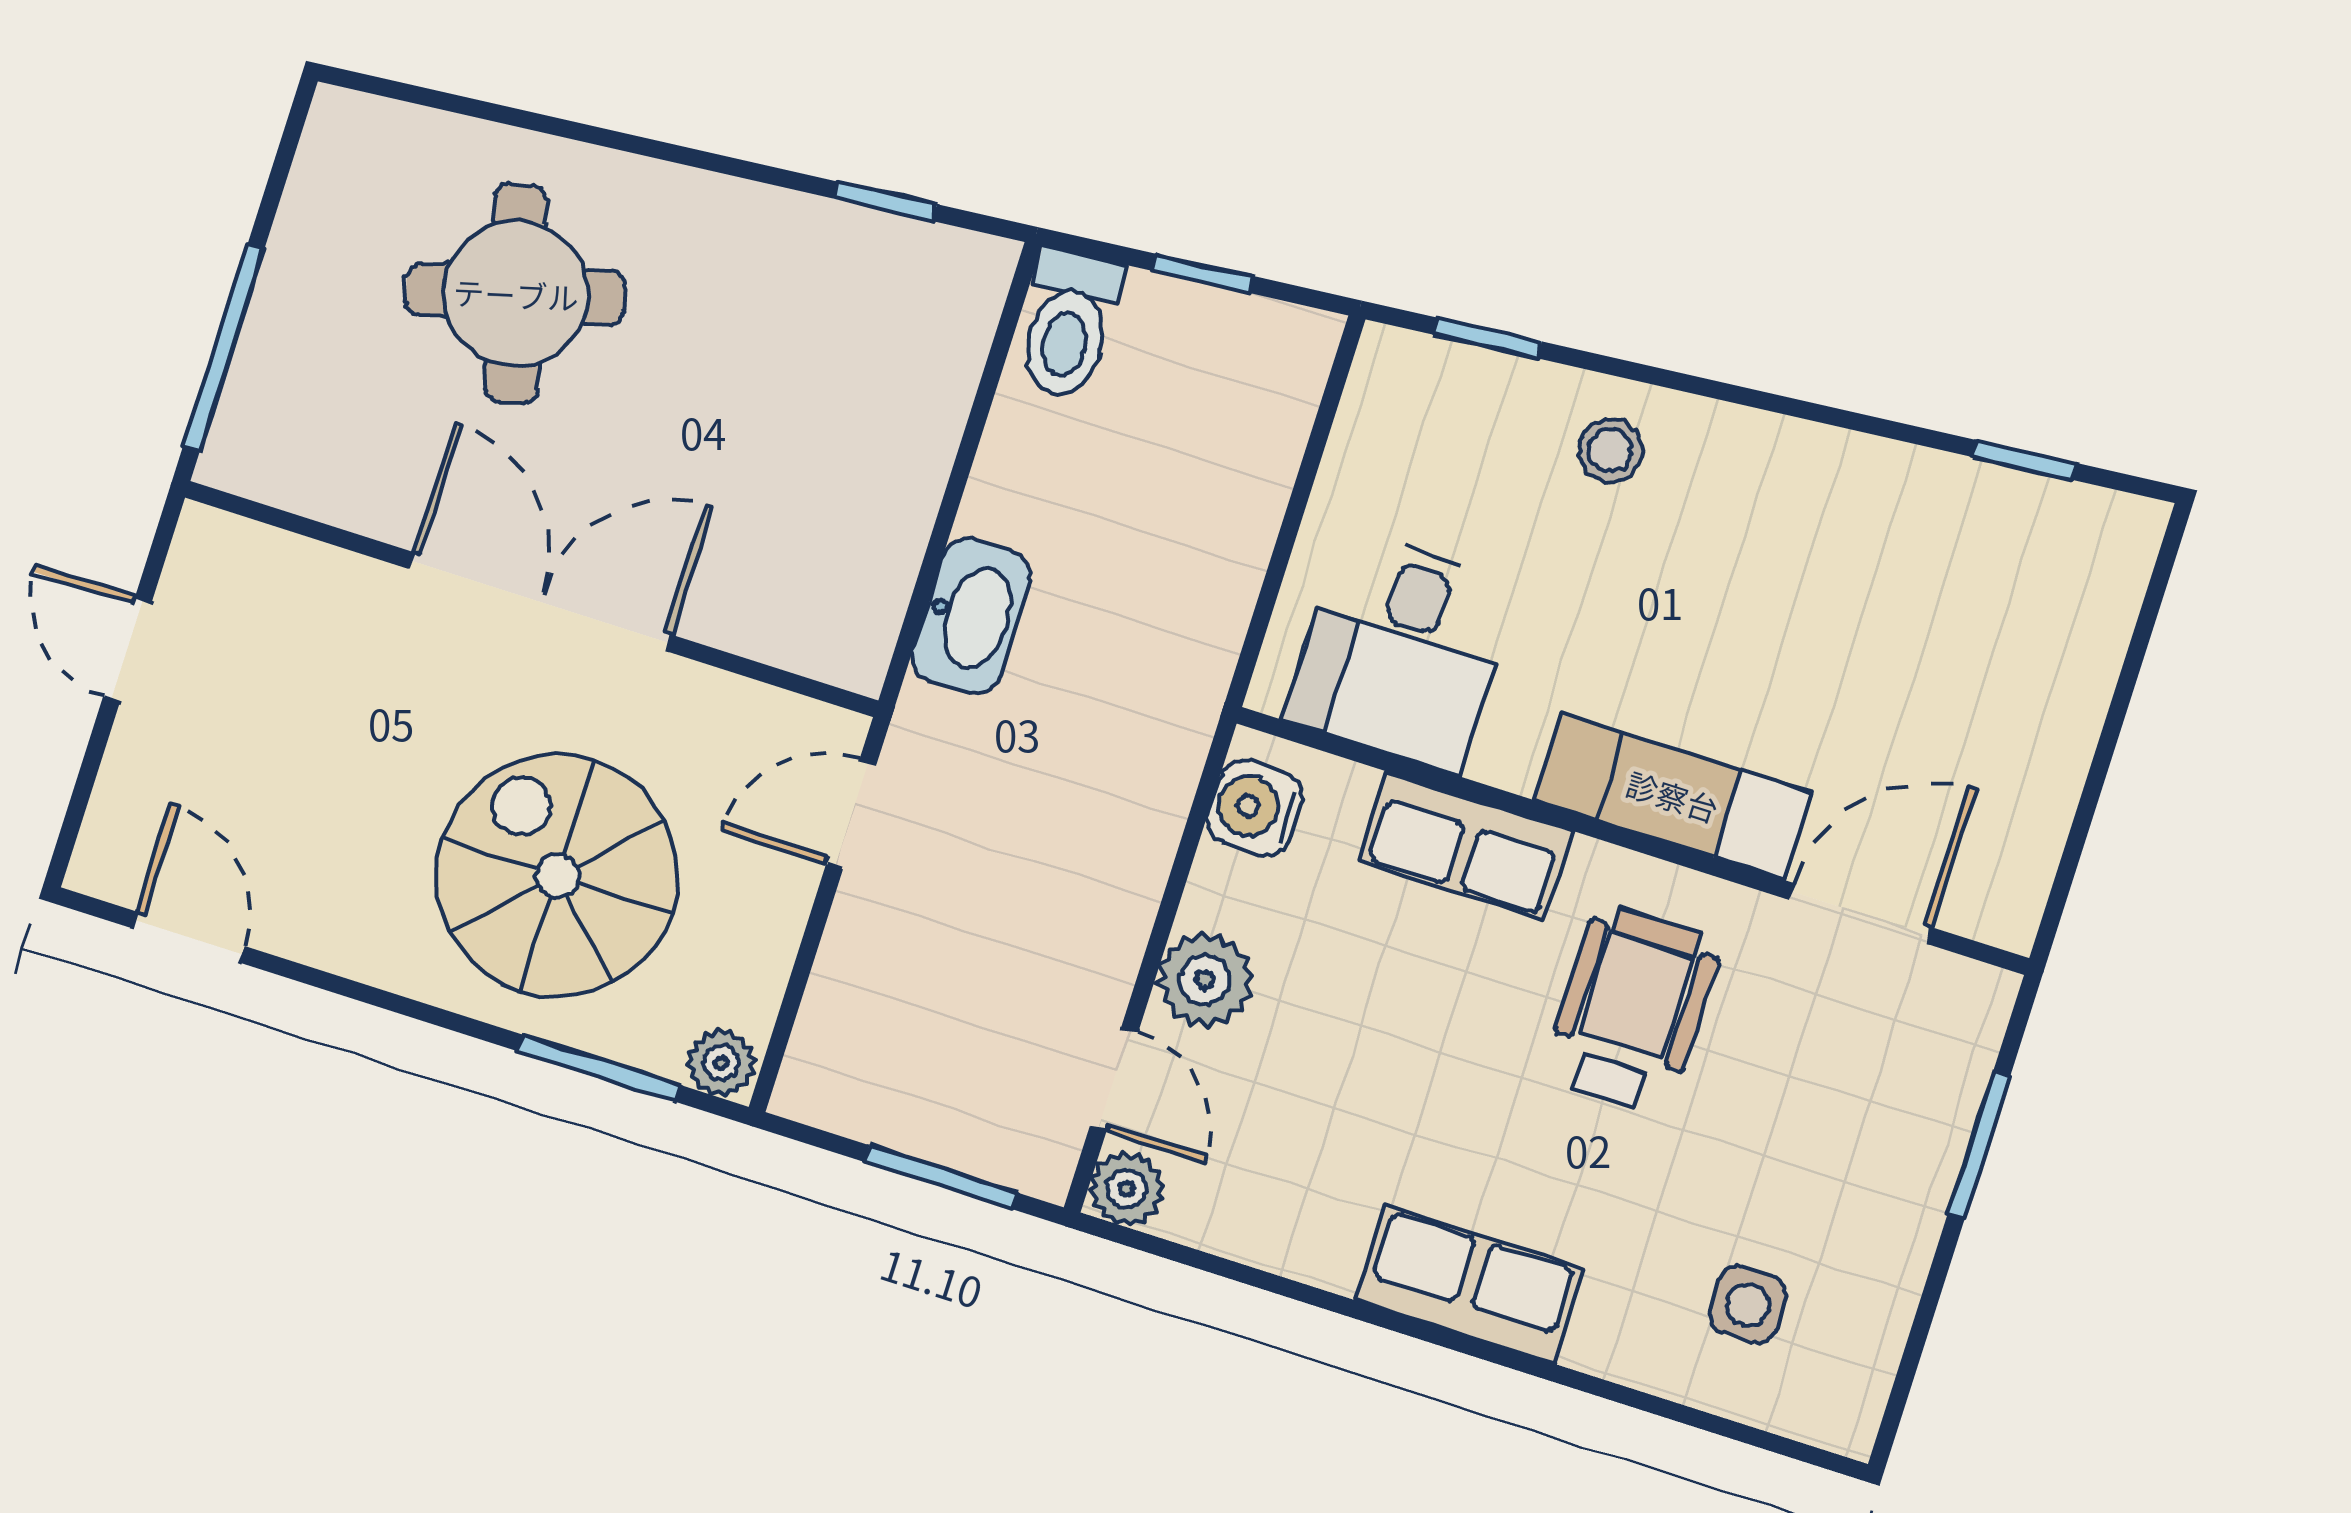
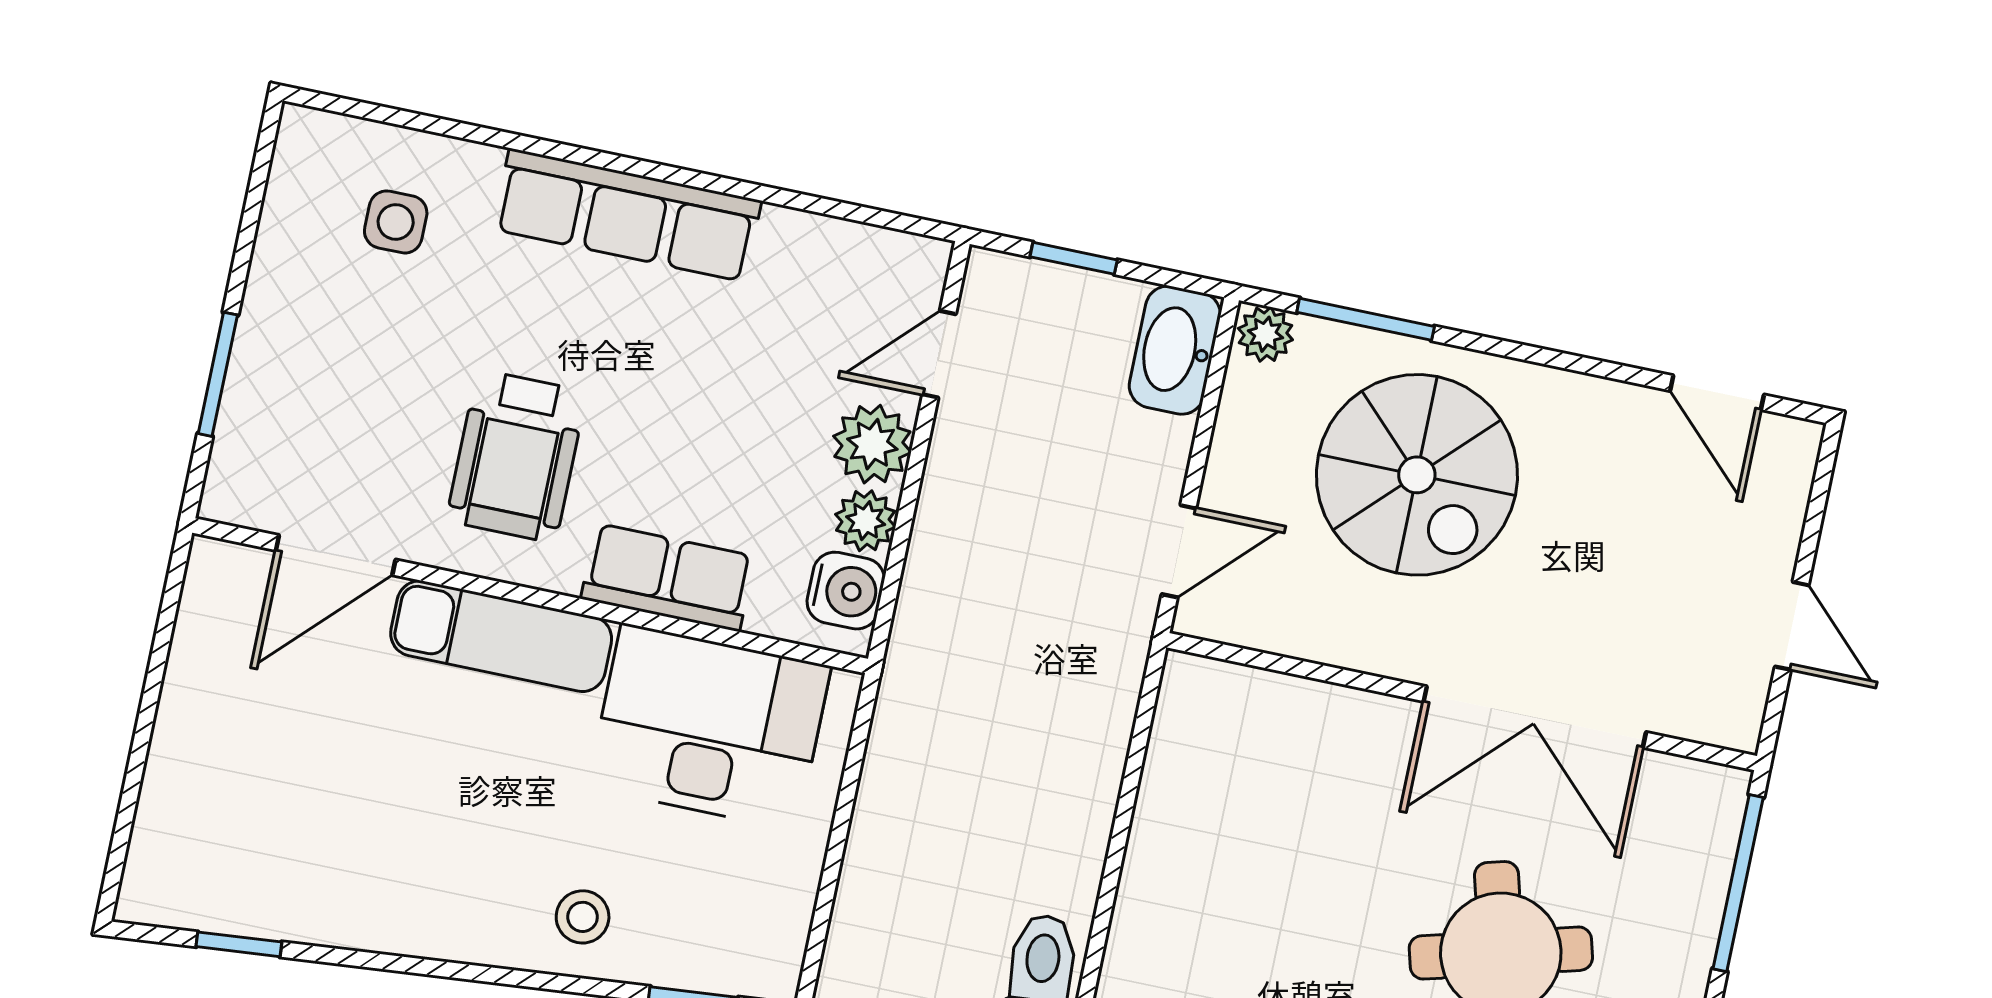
double door: (540, 602) -> (1535, 717), moved
washbasin: (971, 616) -> (1175, 350), moved
desk: (1402, 651) -> (709, 727), width x1.37
door: (1114, 1079) -> (939, 354), hinge flipped
window: (941, 1177) -> (1074, 258), width x0.67
plant: (1127, 1189) -> (866, 521), moved
row of seats: (1470, 1284) -> (627, 215), width x1.48

